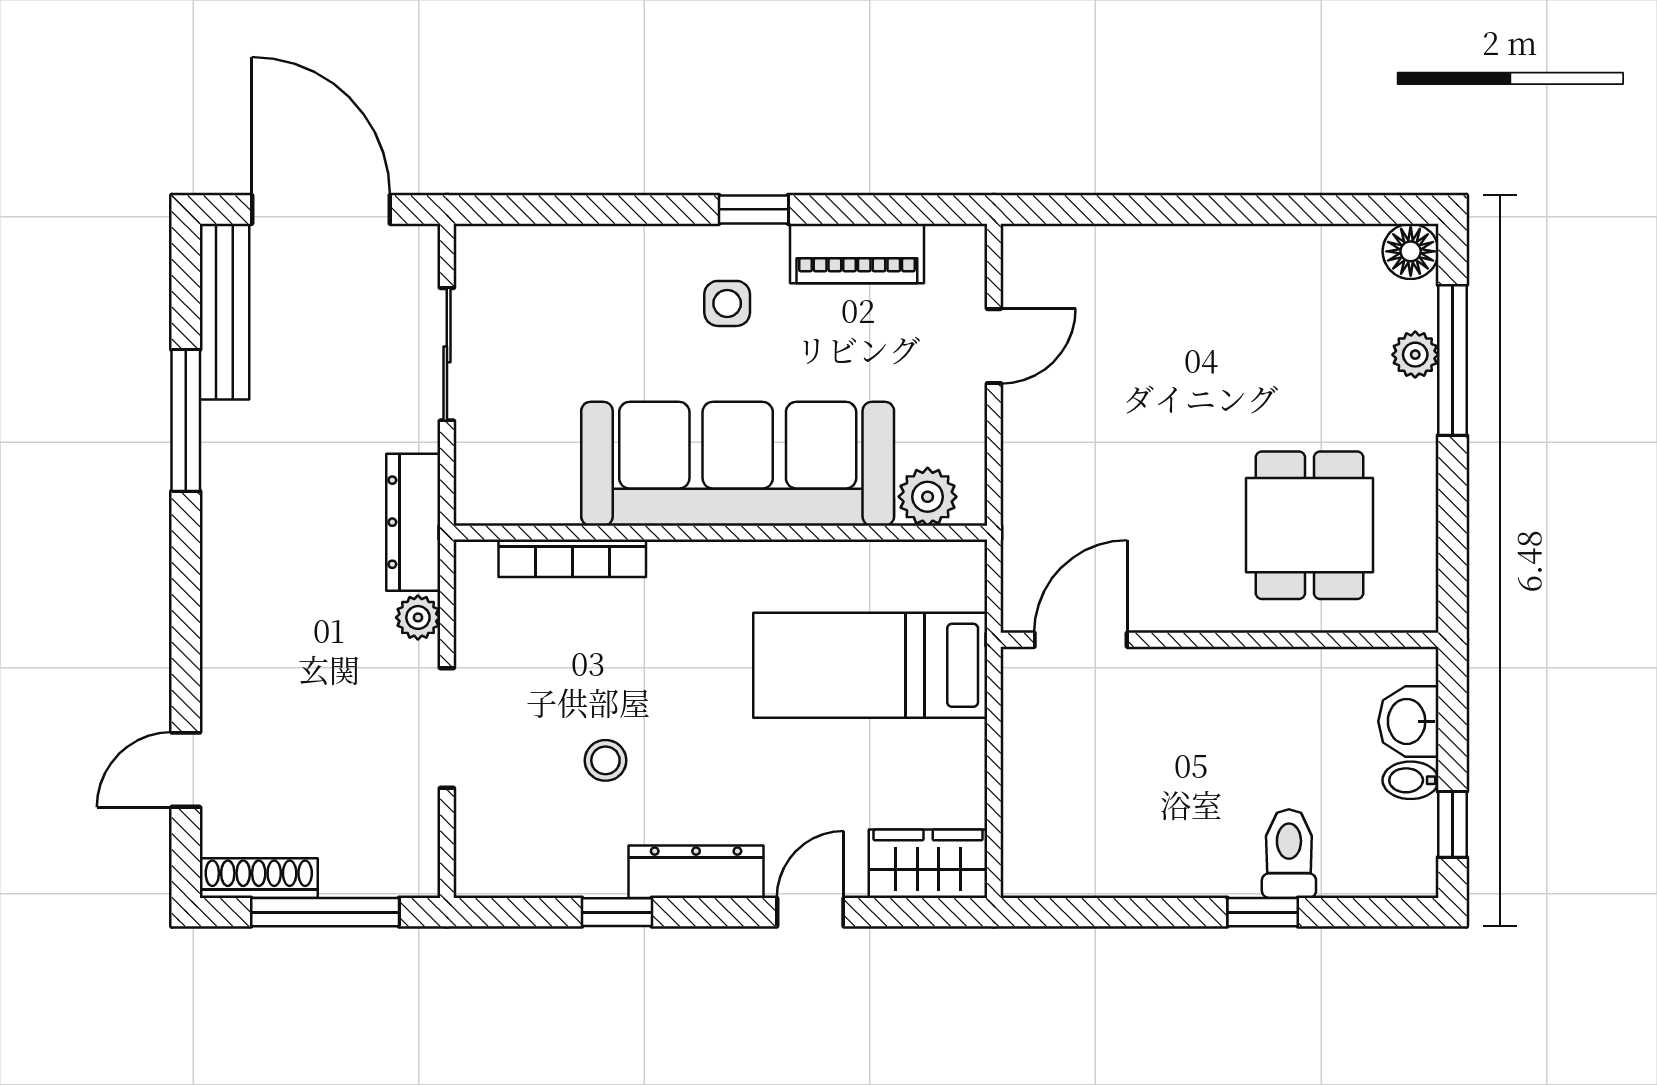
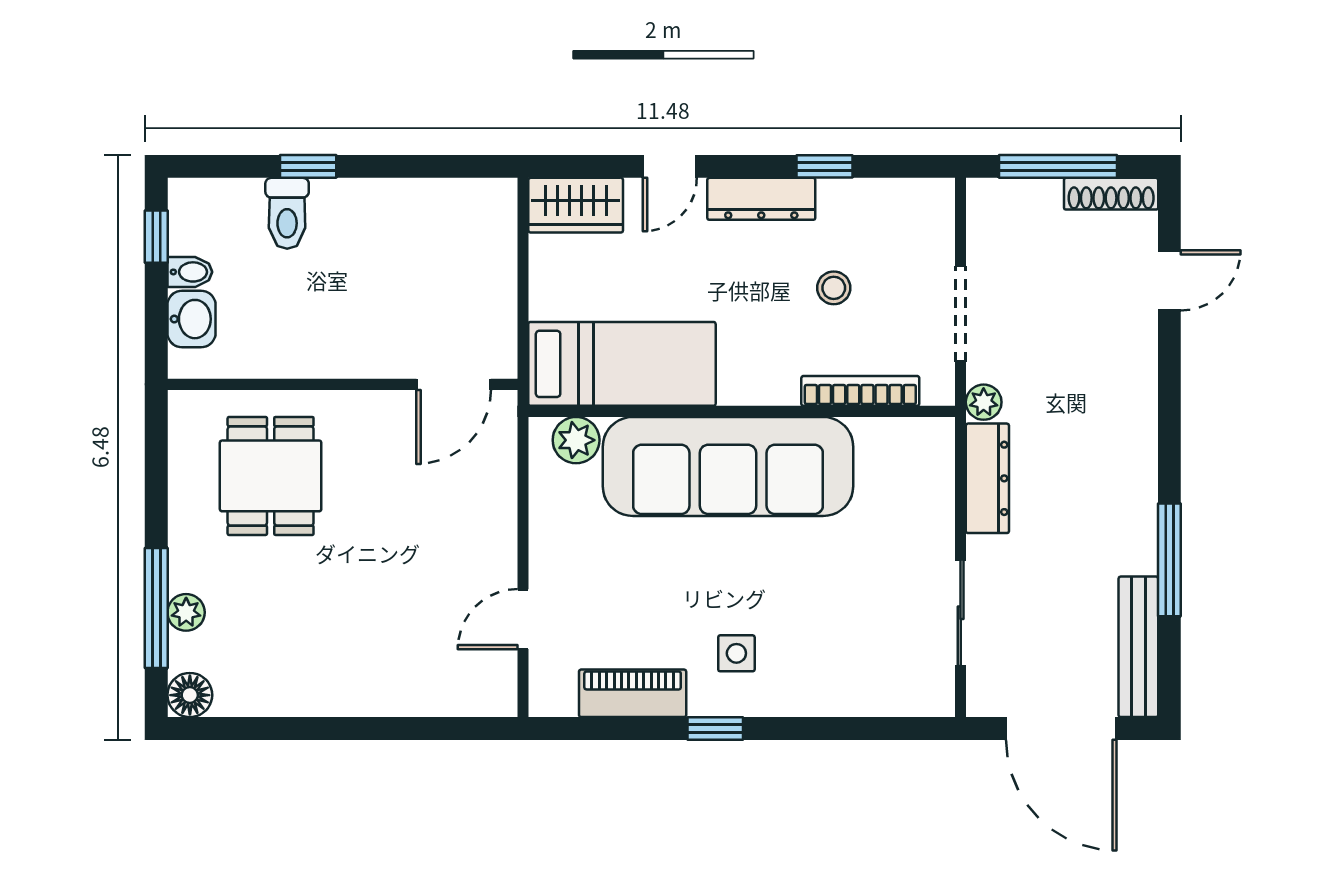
sofa: (738, 464) -> (728, 466), moved
plant: (928, 497) -> (576, 440), moved
wall: (720, 533) -> (742, 411), moved
bookcase: (572, 558) -> (860, 391), moved

